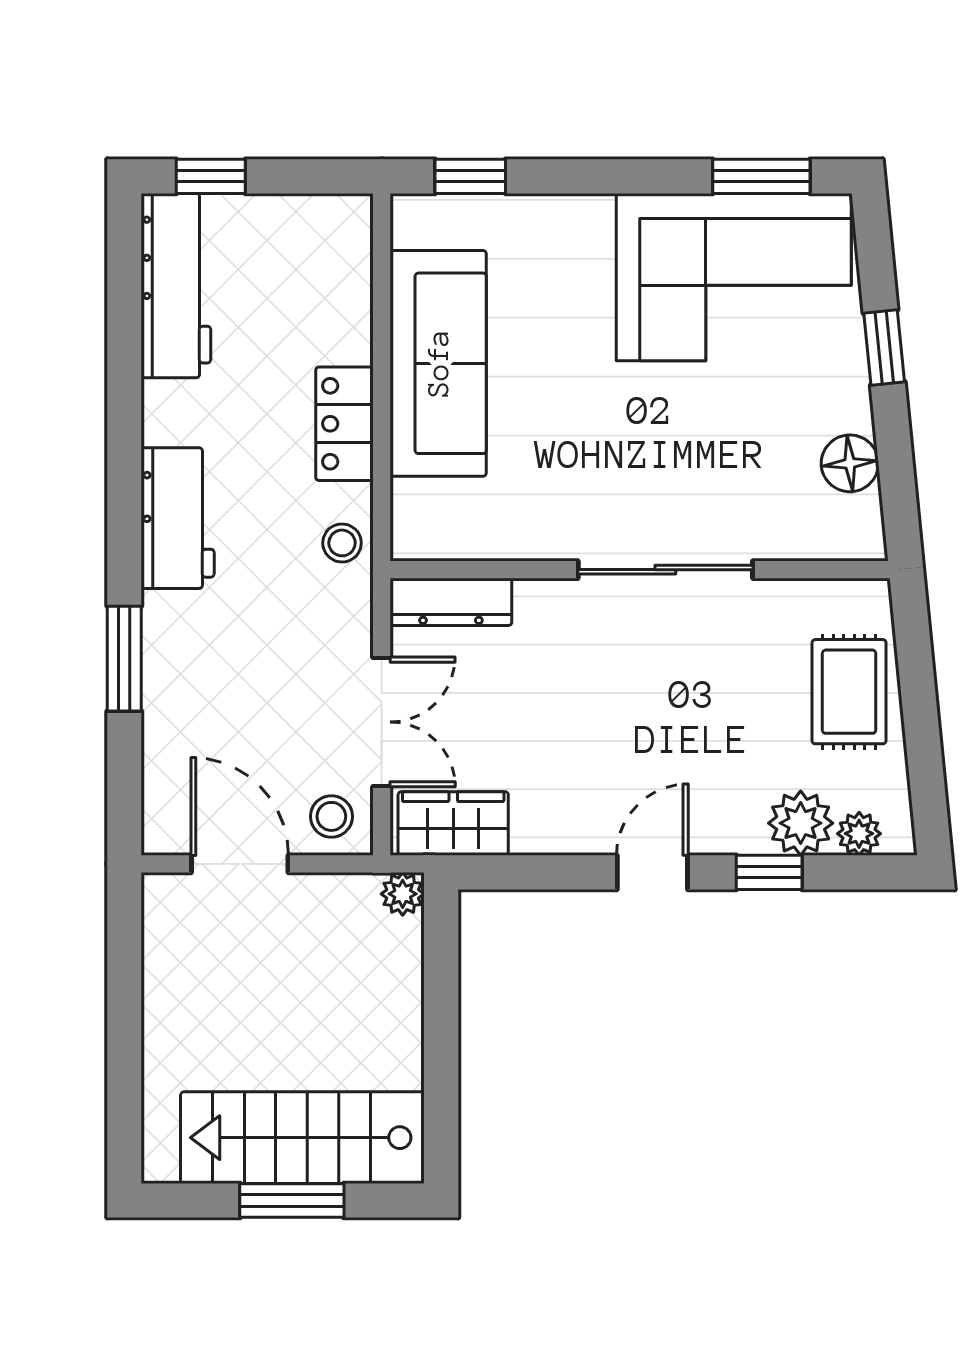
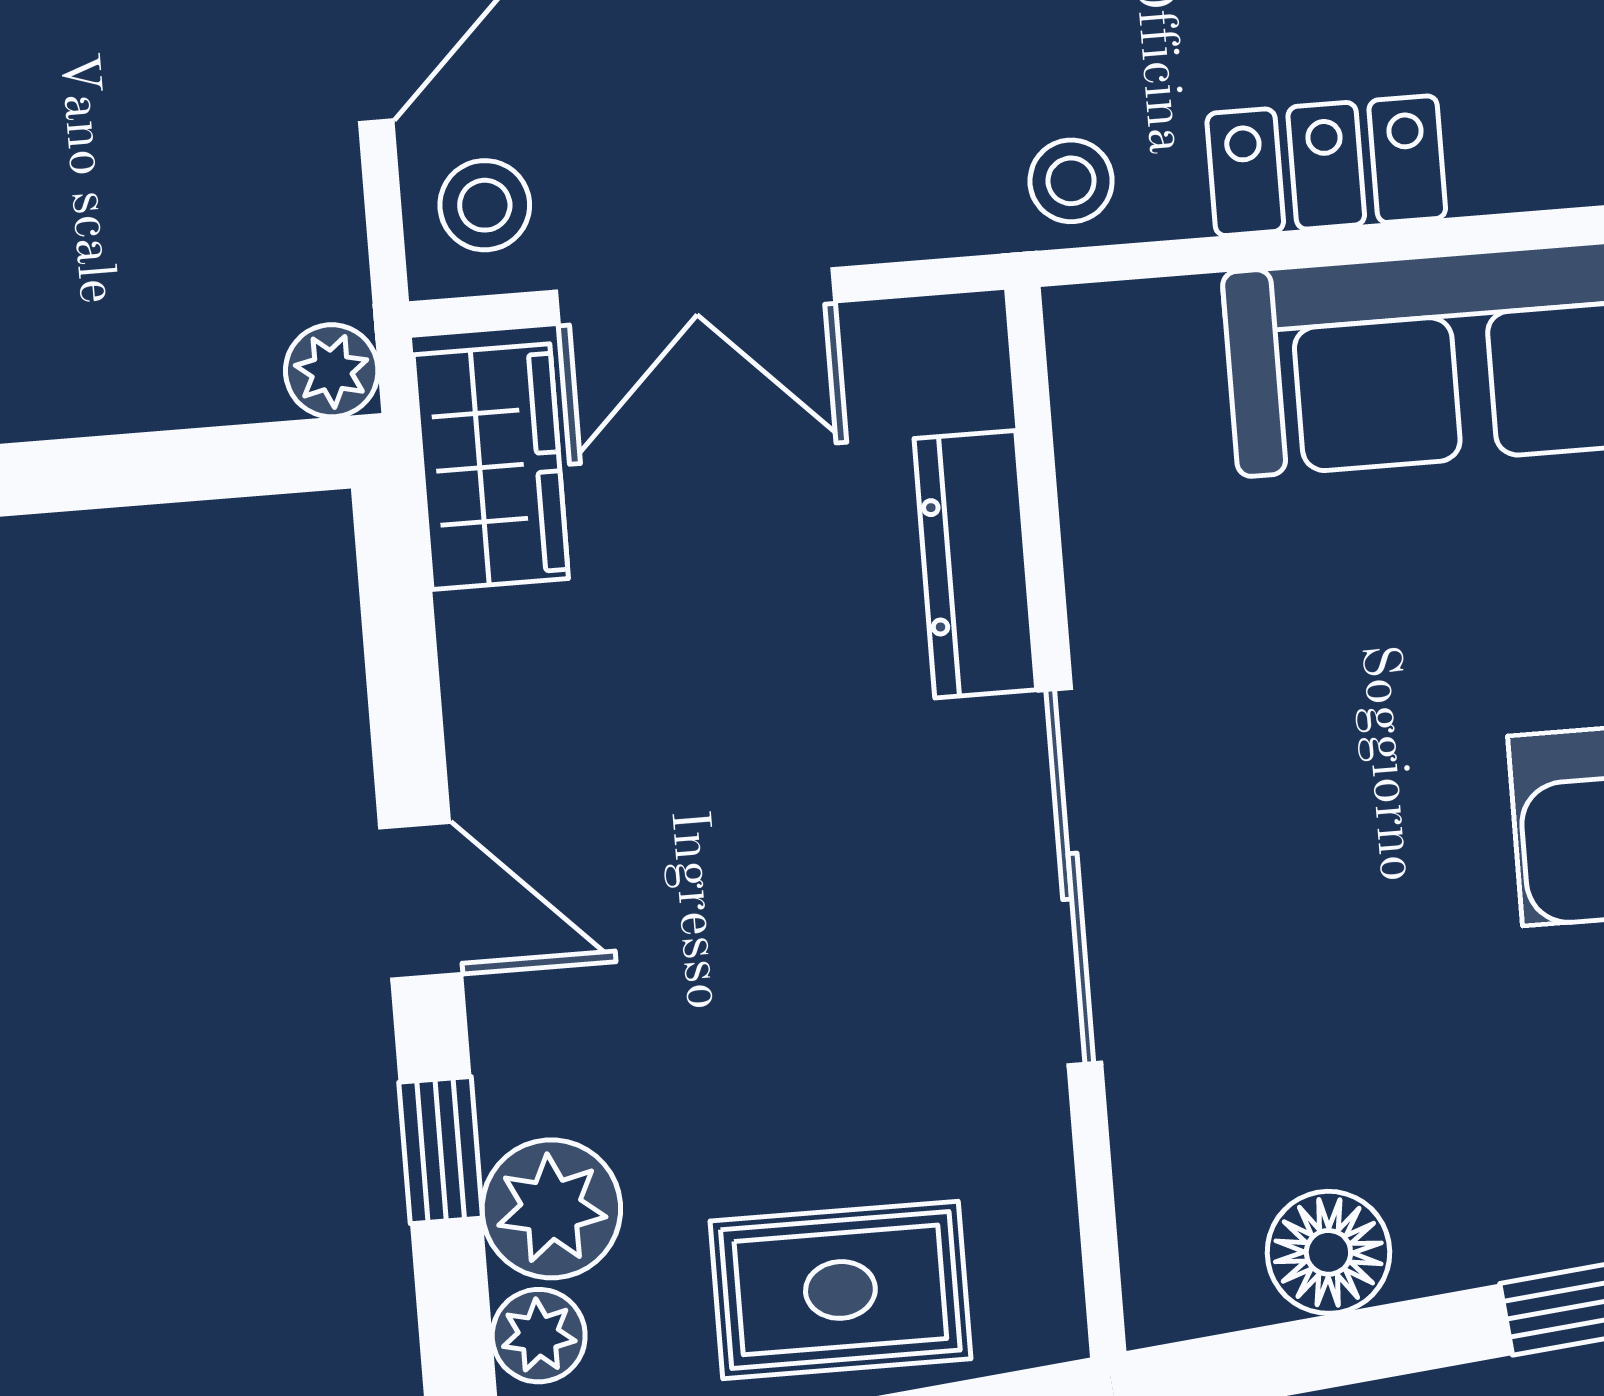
dresser: (451, 602) -> (975, 564), moved

